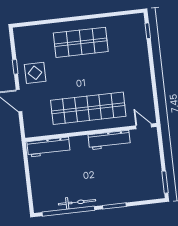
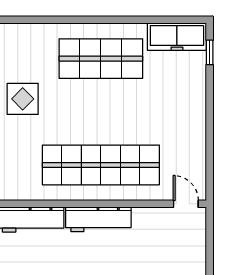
freezer: (126, 23) -> (177, 37), added
workbench: (109, 140) -> (98, 219), moved

